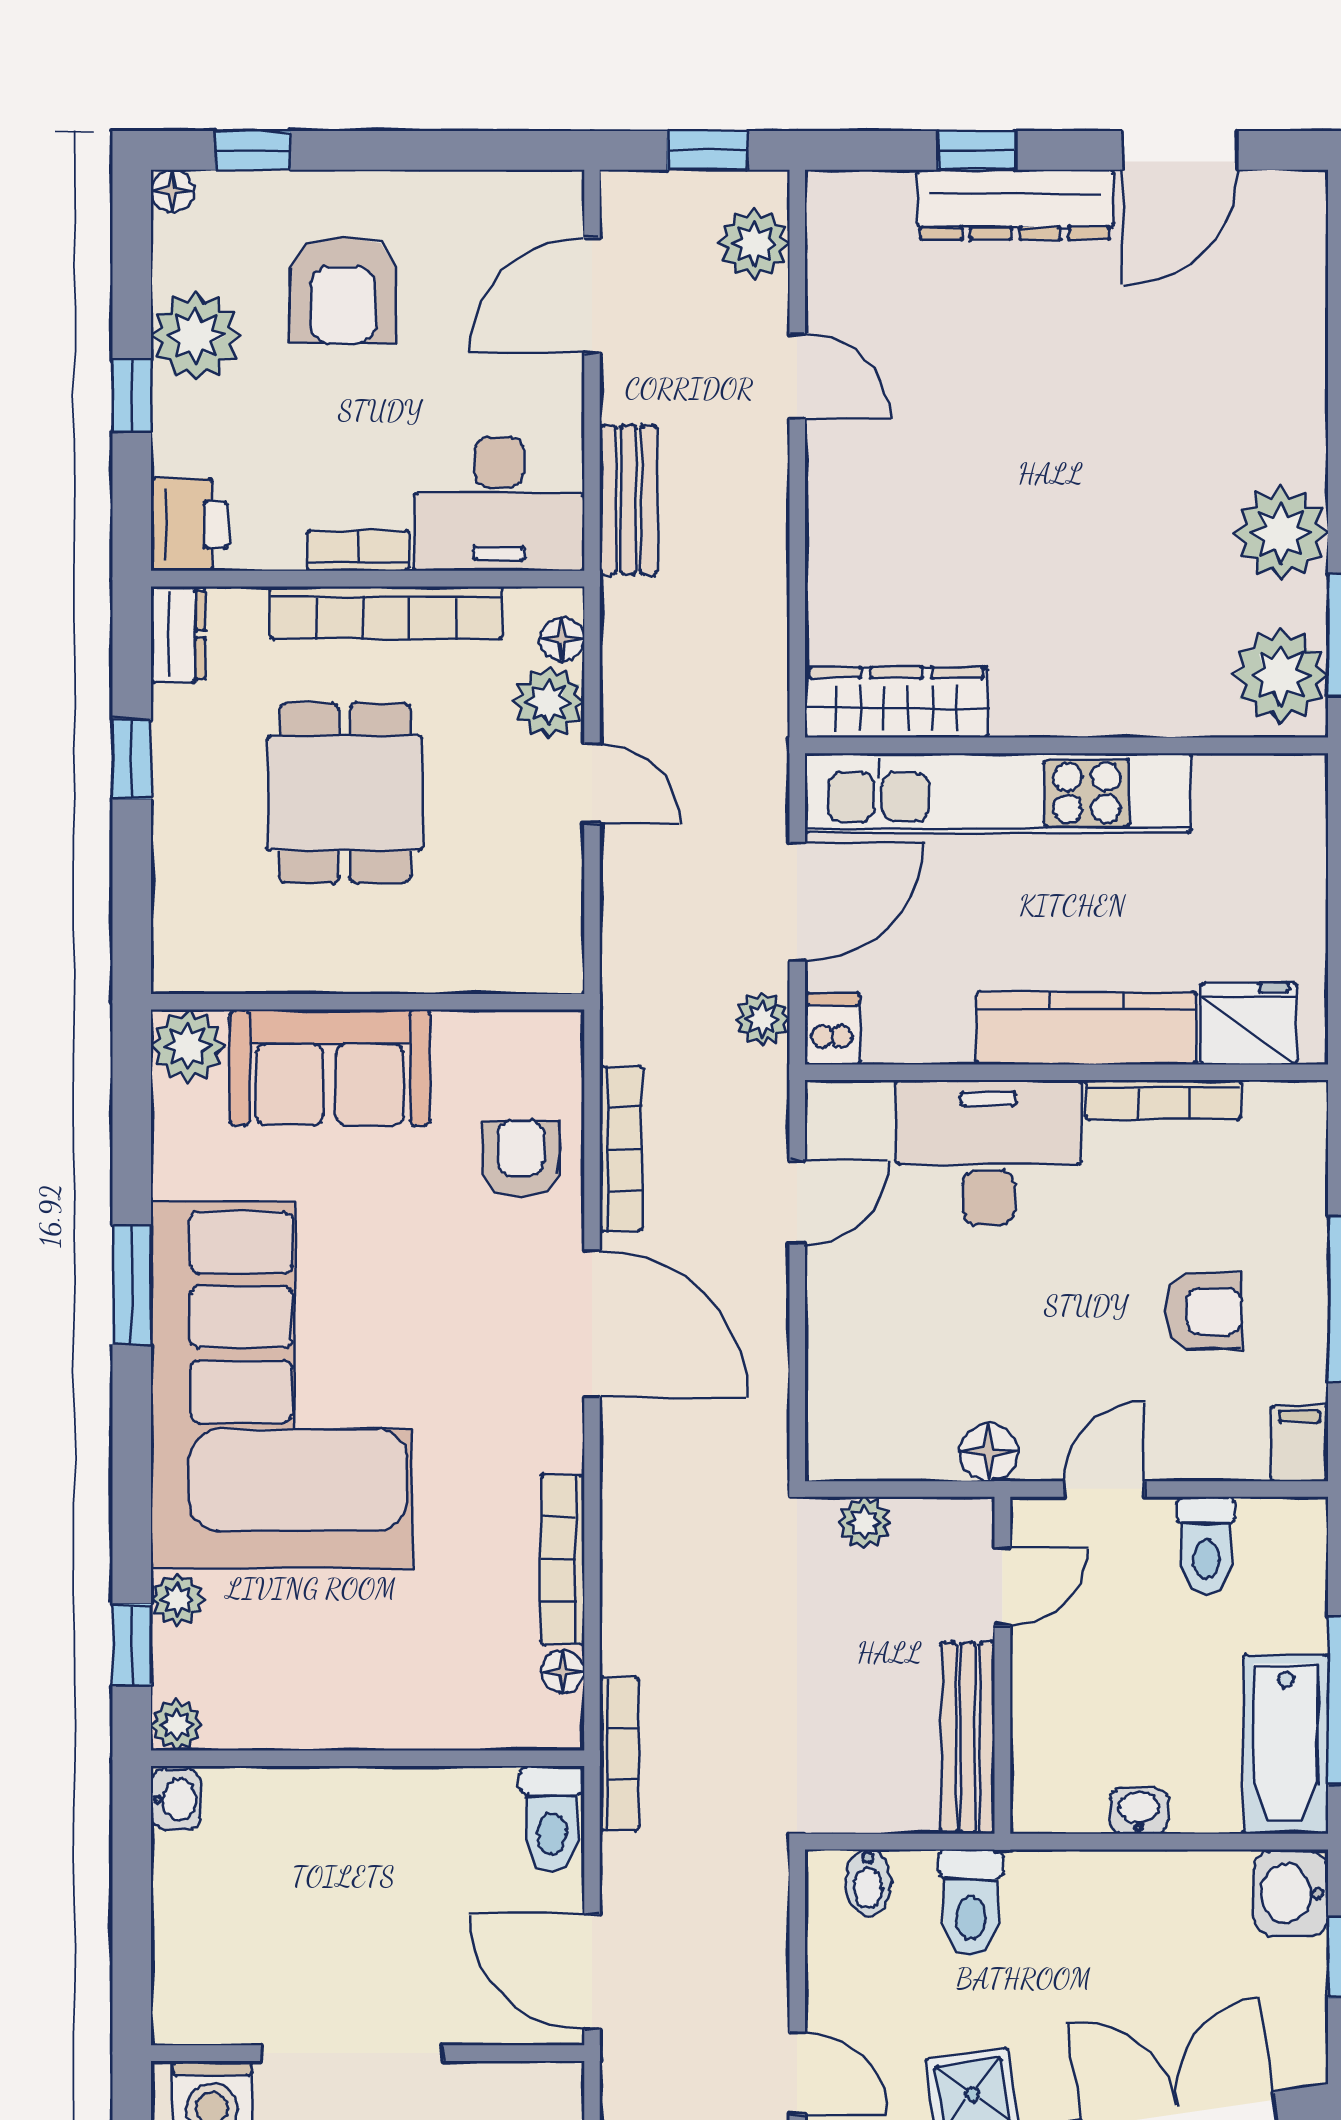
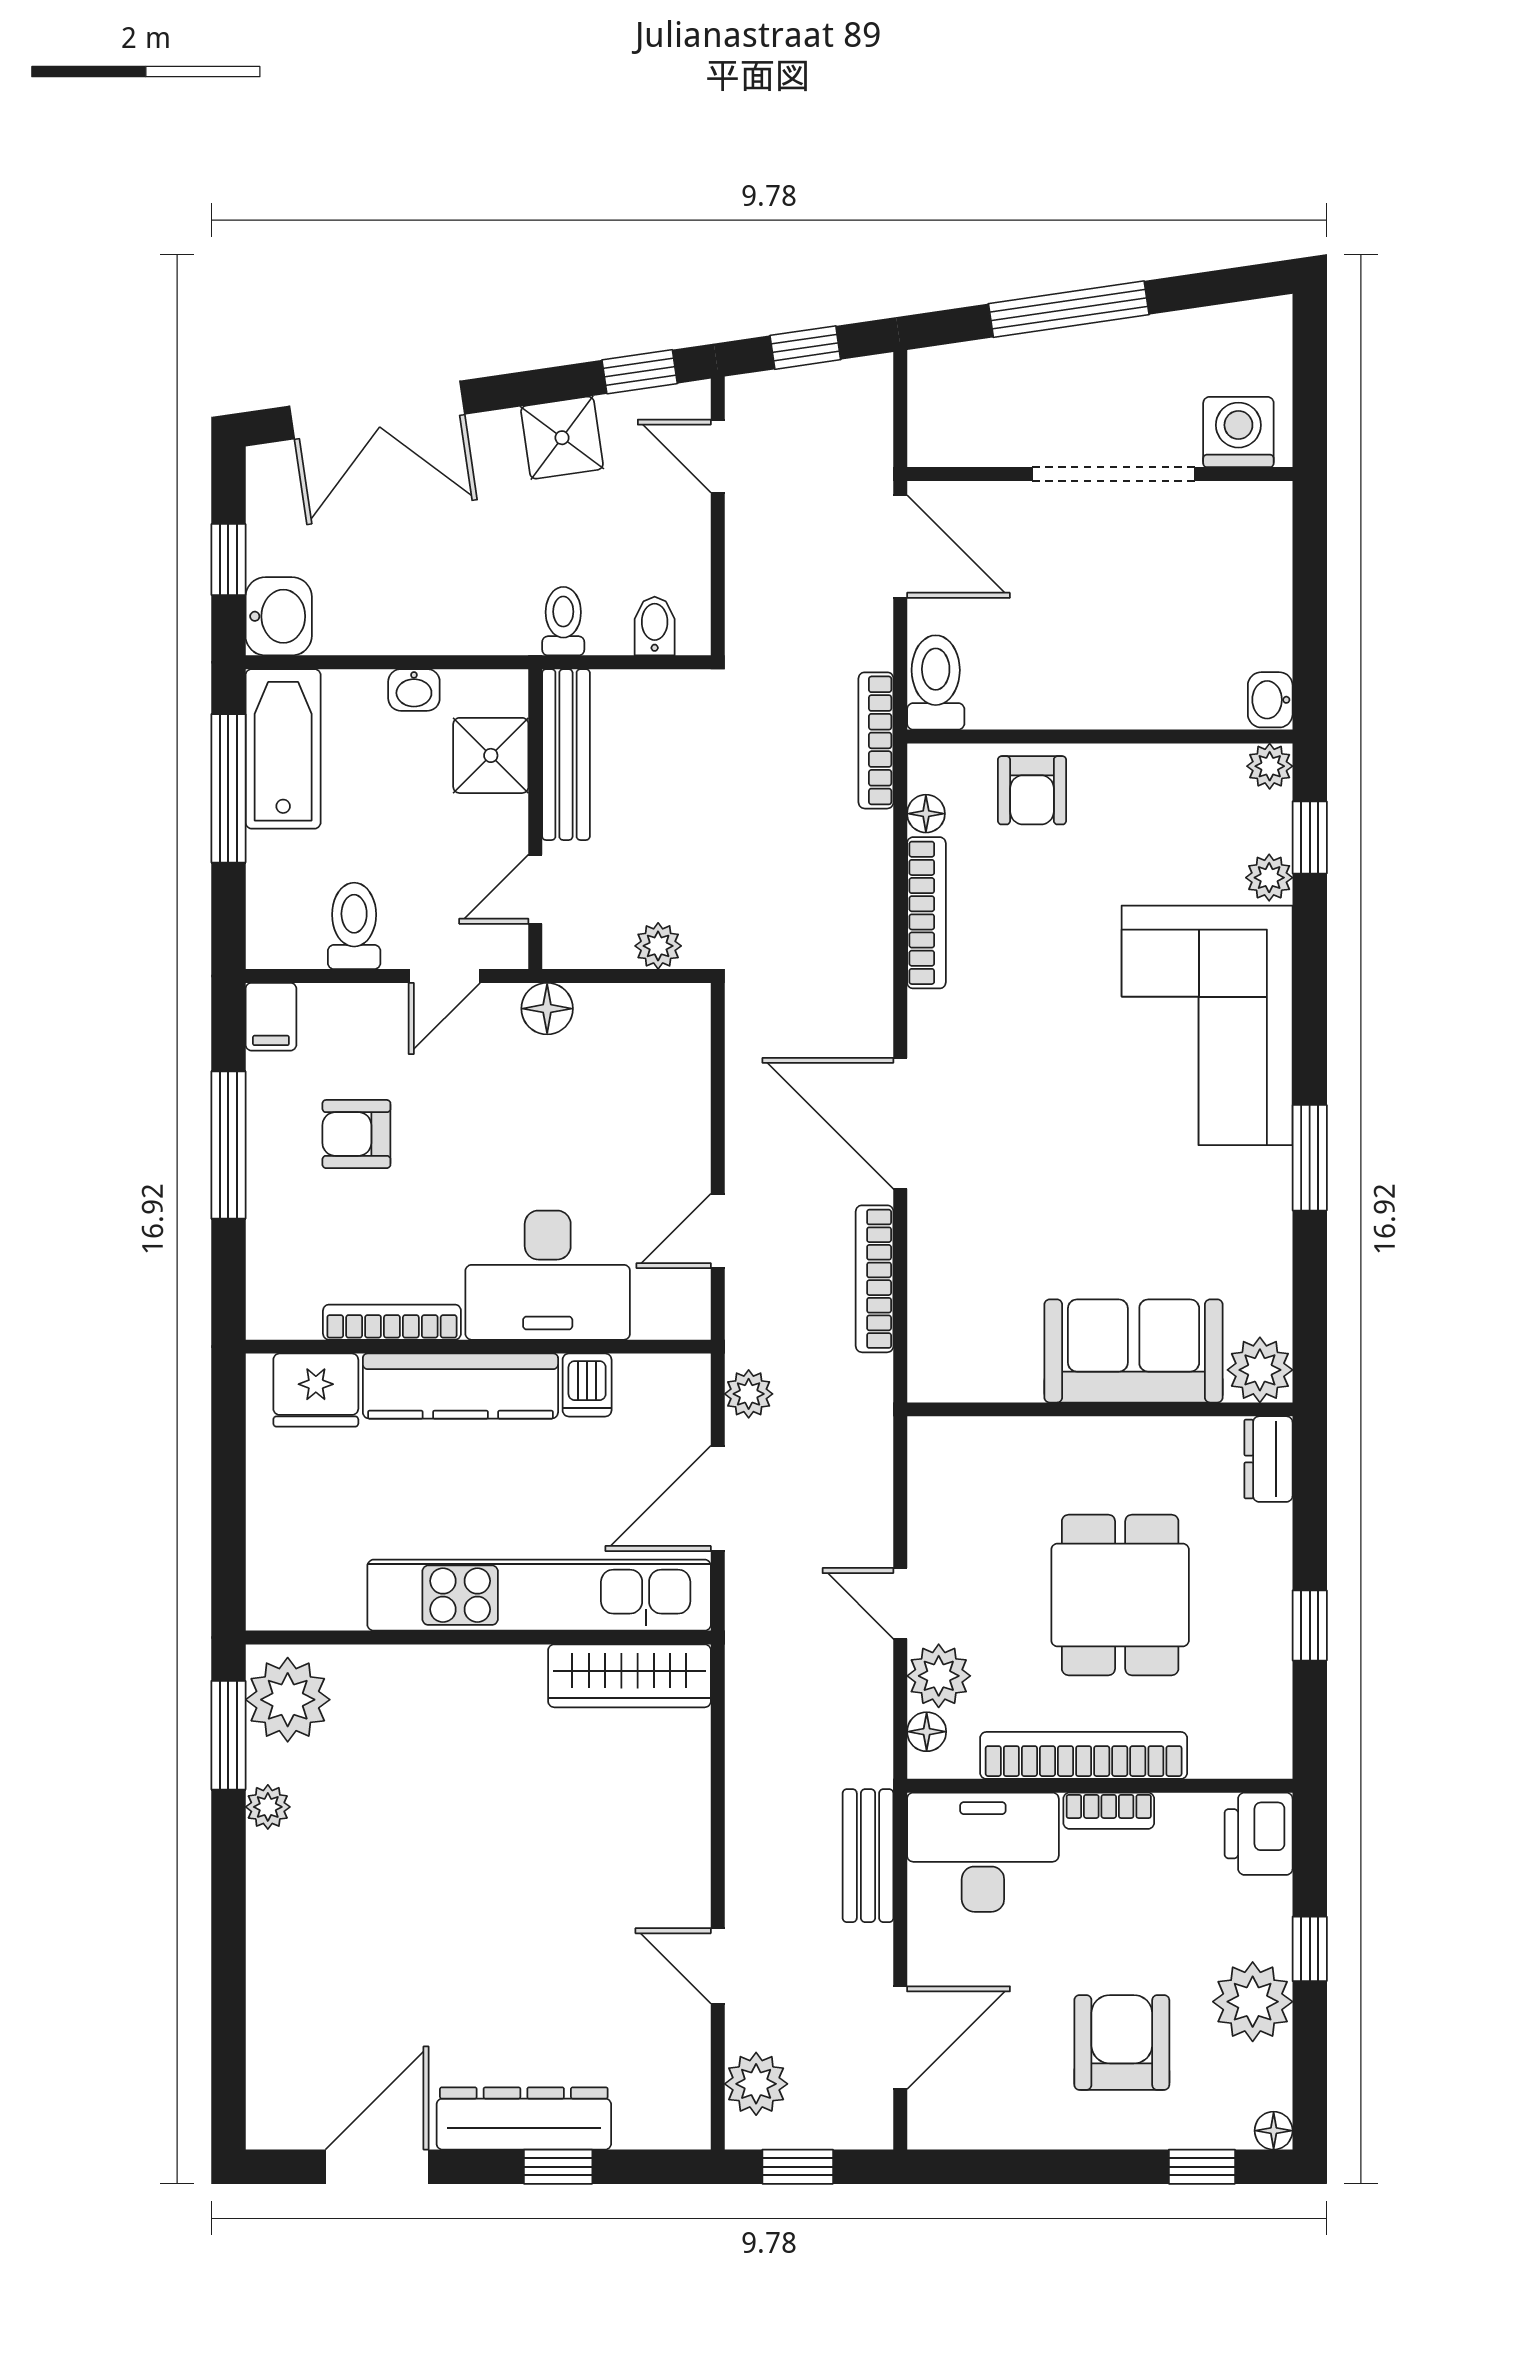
plant: (1281, 533) -> (268, 1807), width x0.53, depth x0.53
dresser: (178, 634) -> (1268, 1459), moved
dishwasher: (832, 1029) -> (587, 1385), moved
armchair: (521, 1159) -> (1032, 790), moved
corner sofa: (282, 1385) -> (1207, 1025), width x0.73, depth x0.74
shower: (1052, 1737) -> (491, 755), added
toilet: (971, 1903) -> (563, 621), width x0.73, depth x0.72

